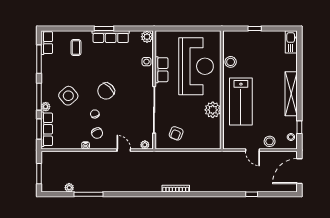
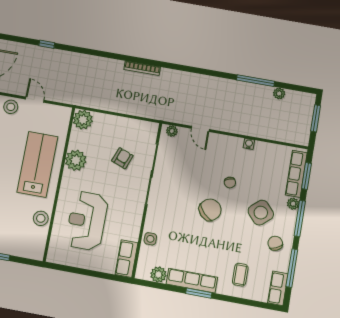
plant: (147, 37) -> (158, 274), moved
reception desk: (196, 66) -> (87, 221), width x0.74, depth x0.77
row of seats: (161, 70) -> (126, 259), moved
chair: (97, 133) -> (275, 243), moved
armchair: (176, 133) -> (122, 158), moved
plant: (213, 141) -> (83, 120), added

